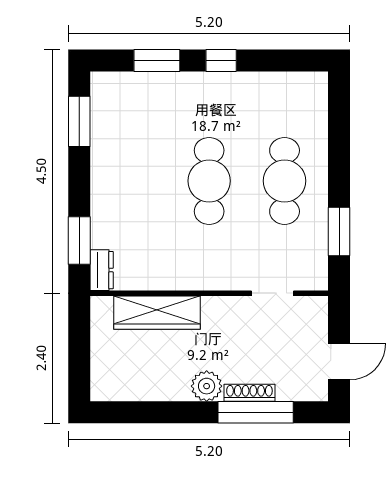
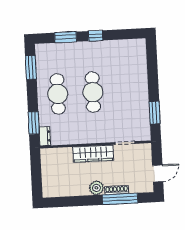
cafe table: (285, 181) -> (58, 94), moved
wardrobe: (157, 313) -> (93, 154), moved

